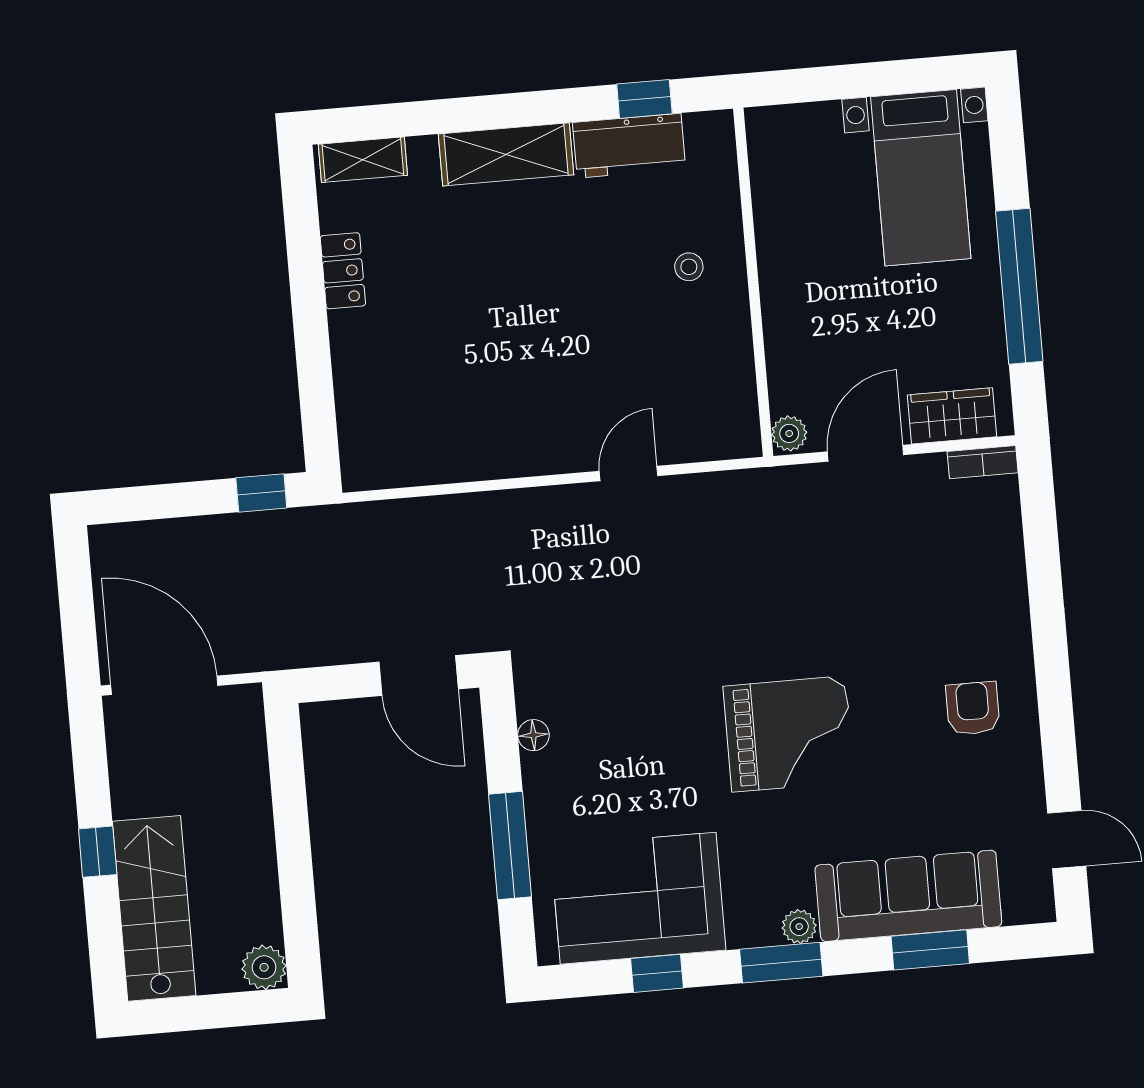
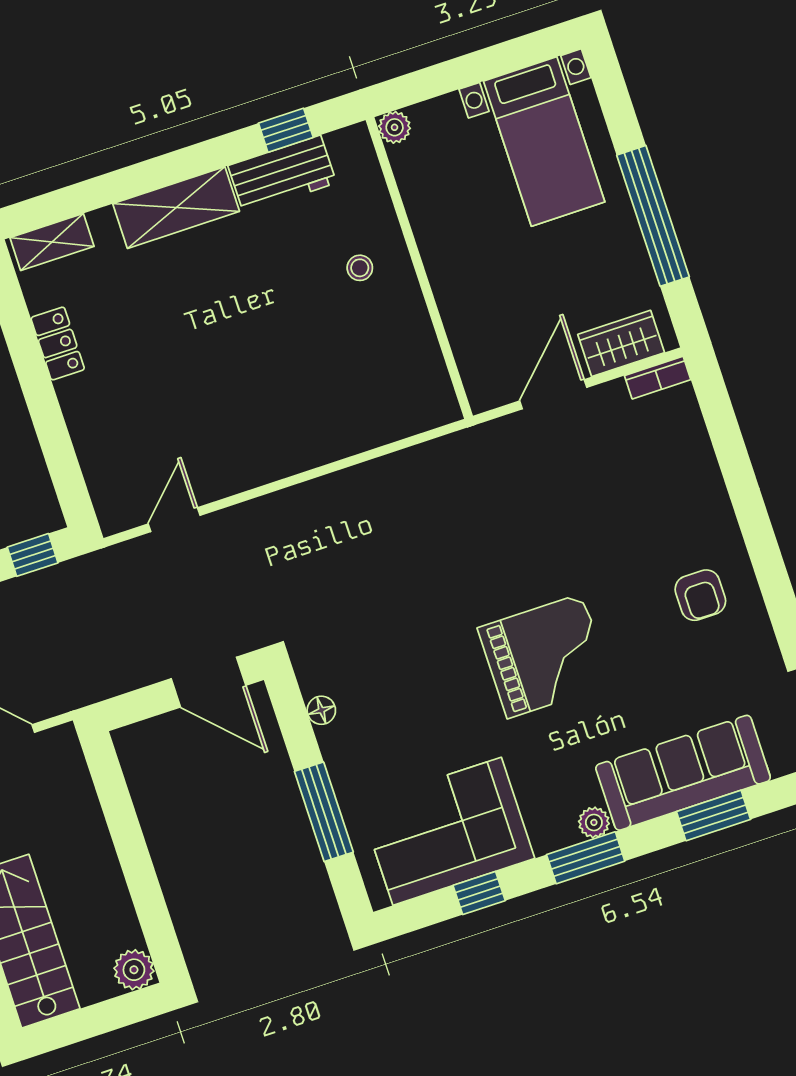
plant: (789, 433) -> (395, 127), moved
door: (629, 474) -> (174, 520), moved
armchair: (973, 708) -> (700, 595), turned 180

